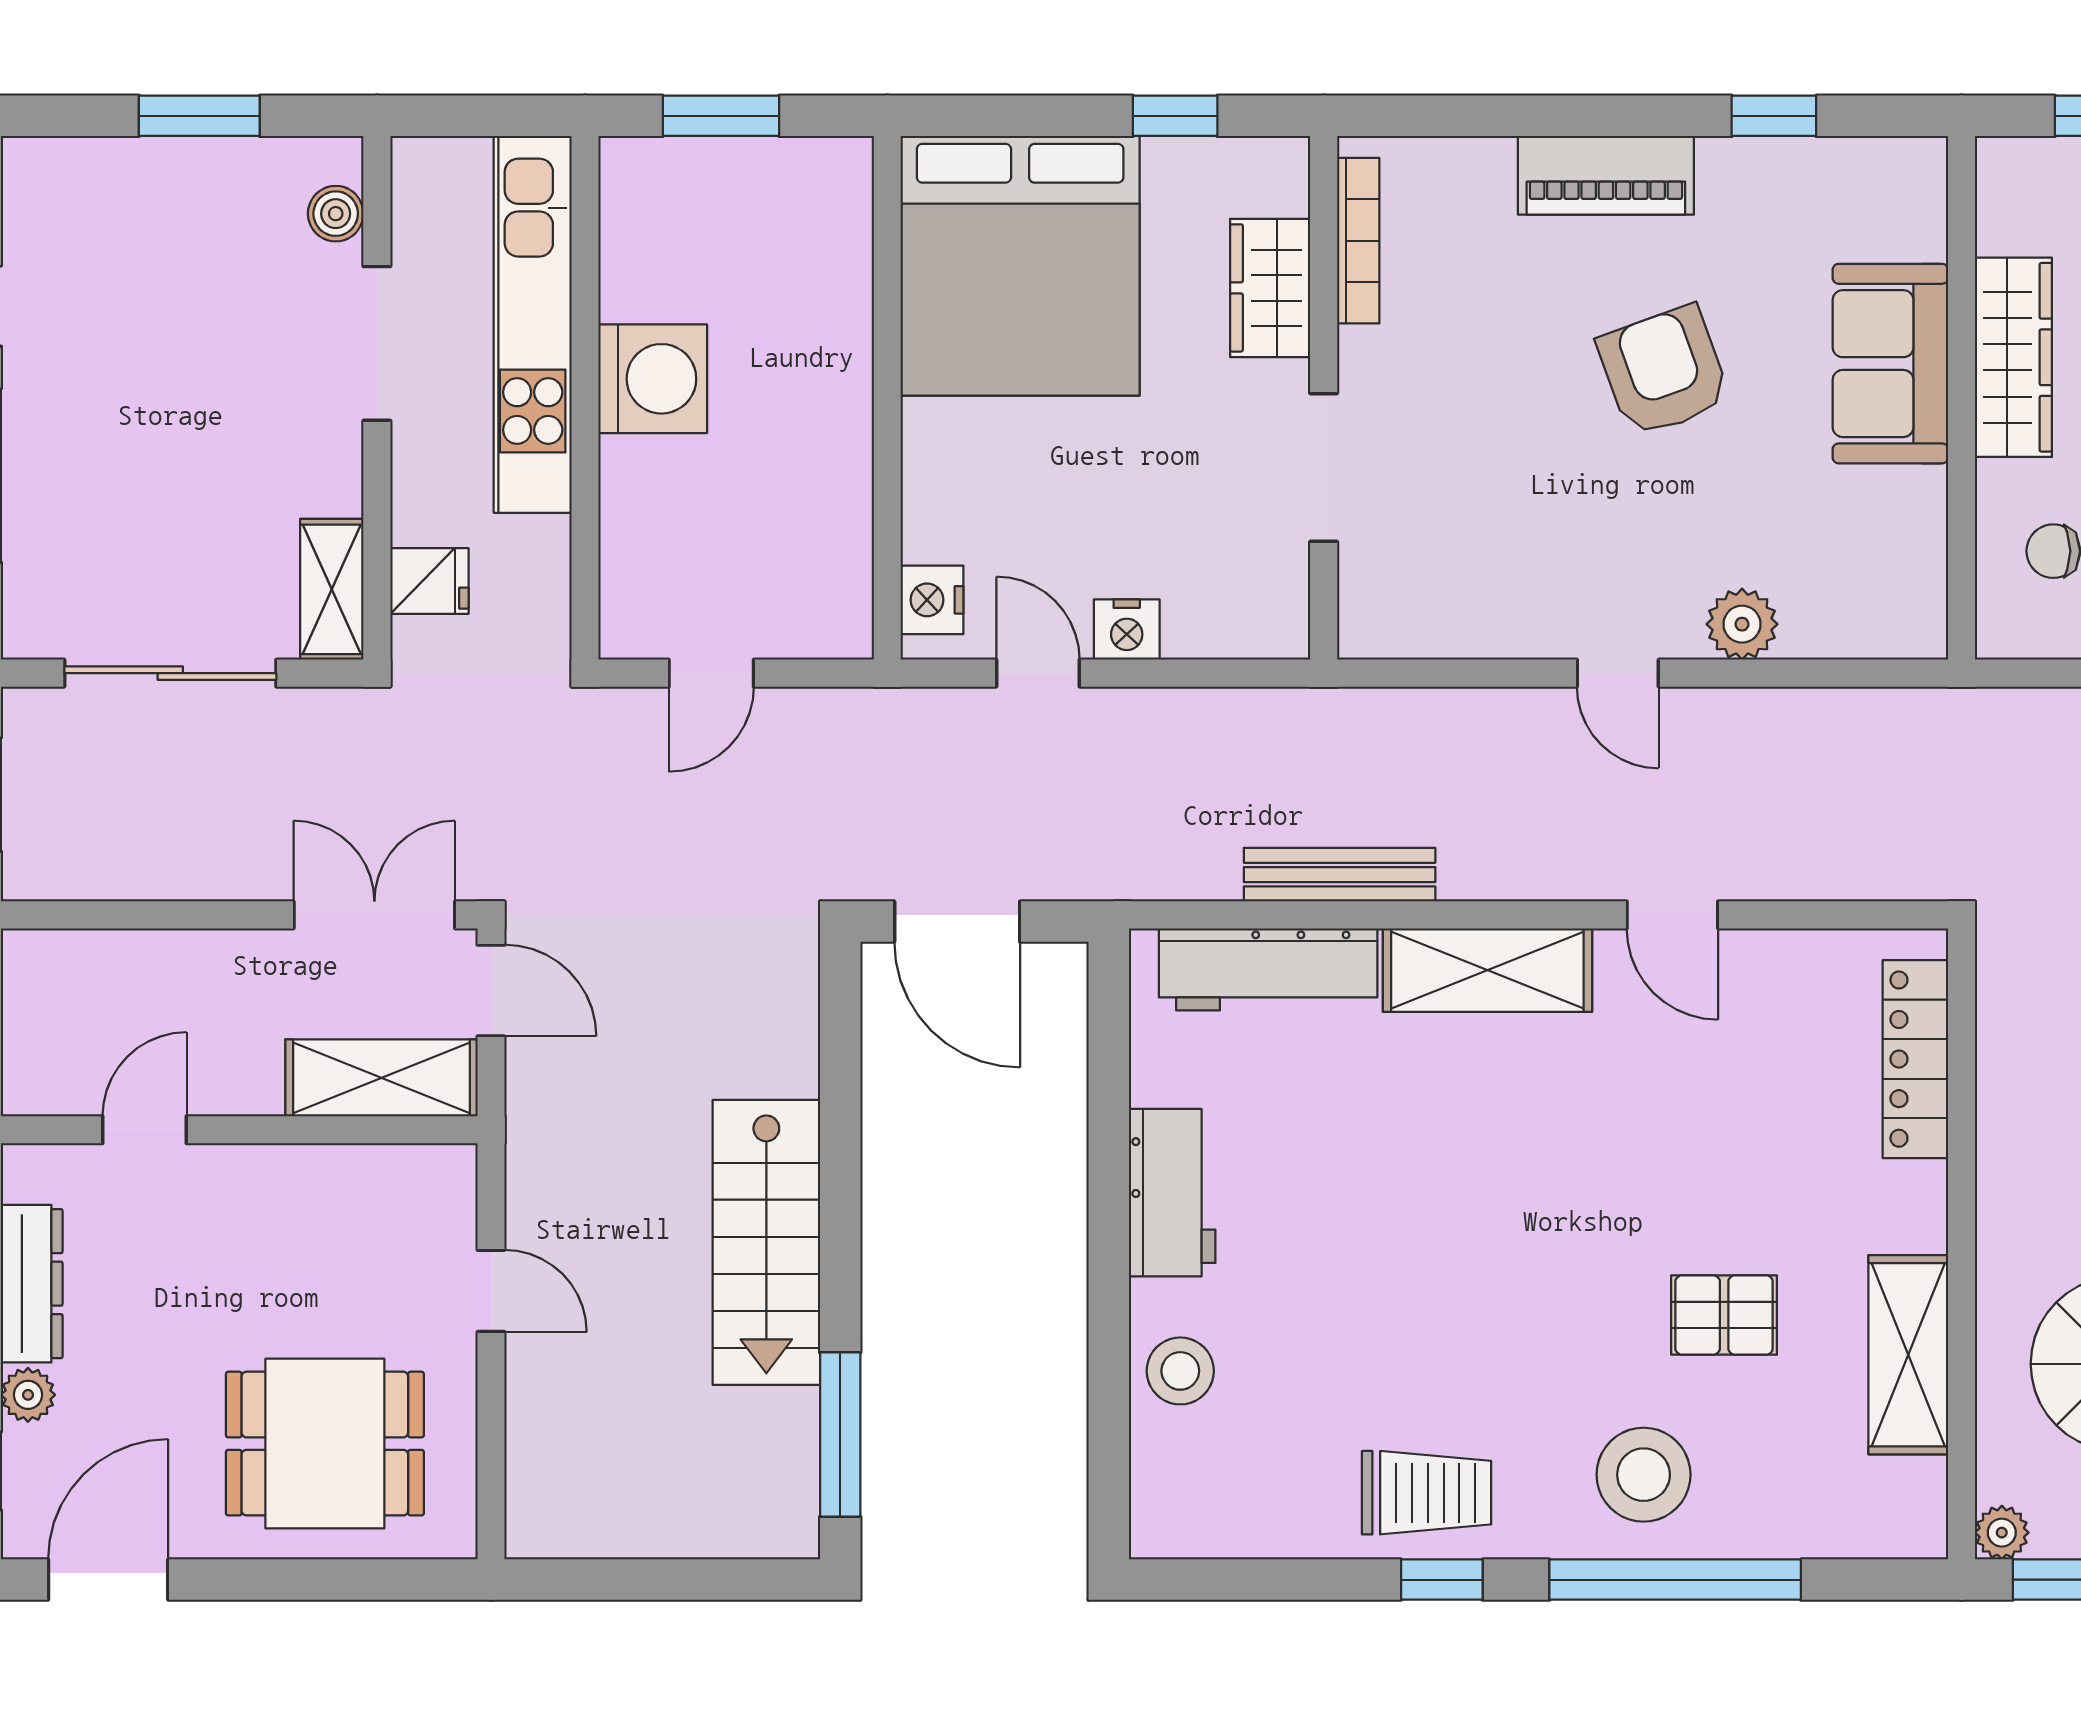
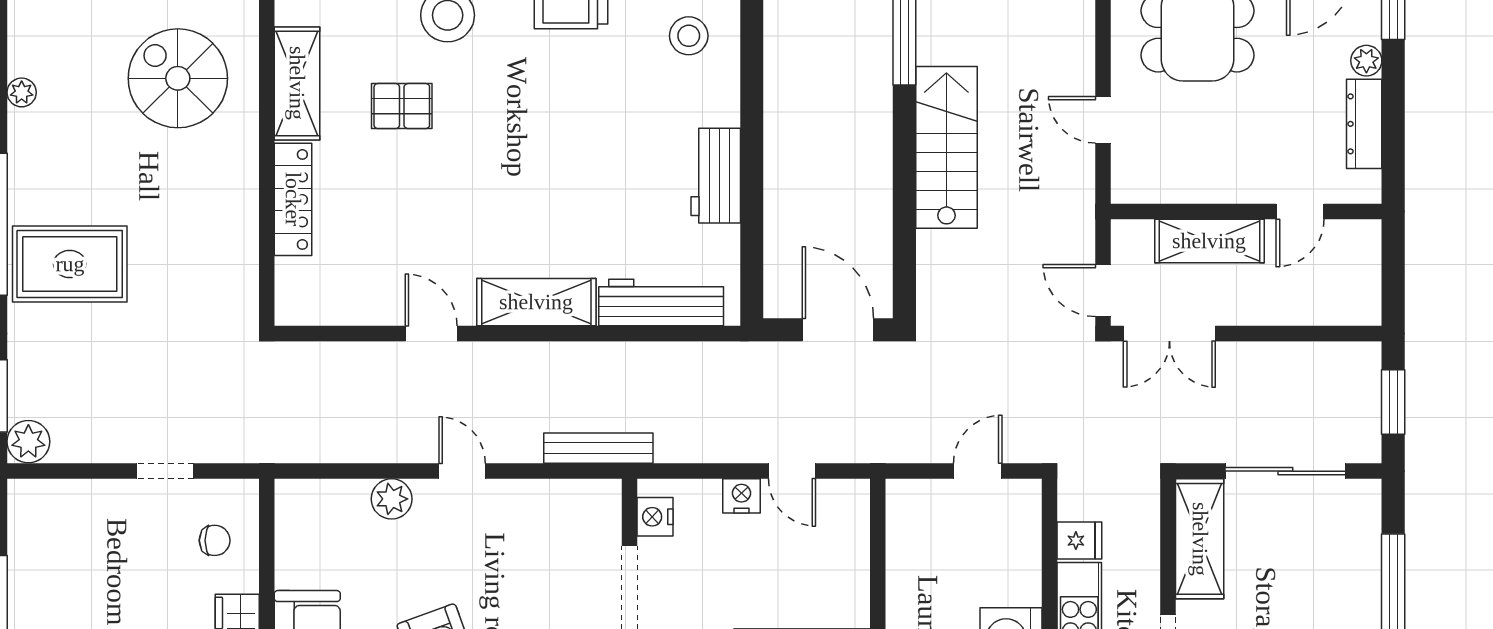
fridge: (429, 581) -> (1079, 541), moved, turned 180
shelving: (332, 589) -> (1200, 539), width x1.50, depth x1.33
nightstand: (932, 600) -> (655, 517), moved, turned 180
bench: (1340, 875) -> (598, 448), moved
locker: (1915, 1059) -> (293, 199), moved
shelving: (381, 1078) -> (1209, 241), moved
stool: (1180, 1371) -> (689, 36), moved

